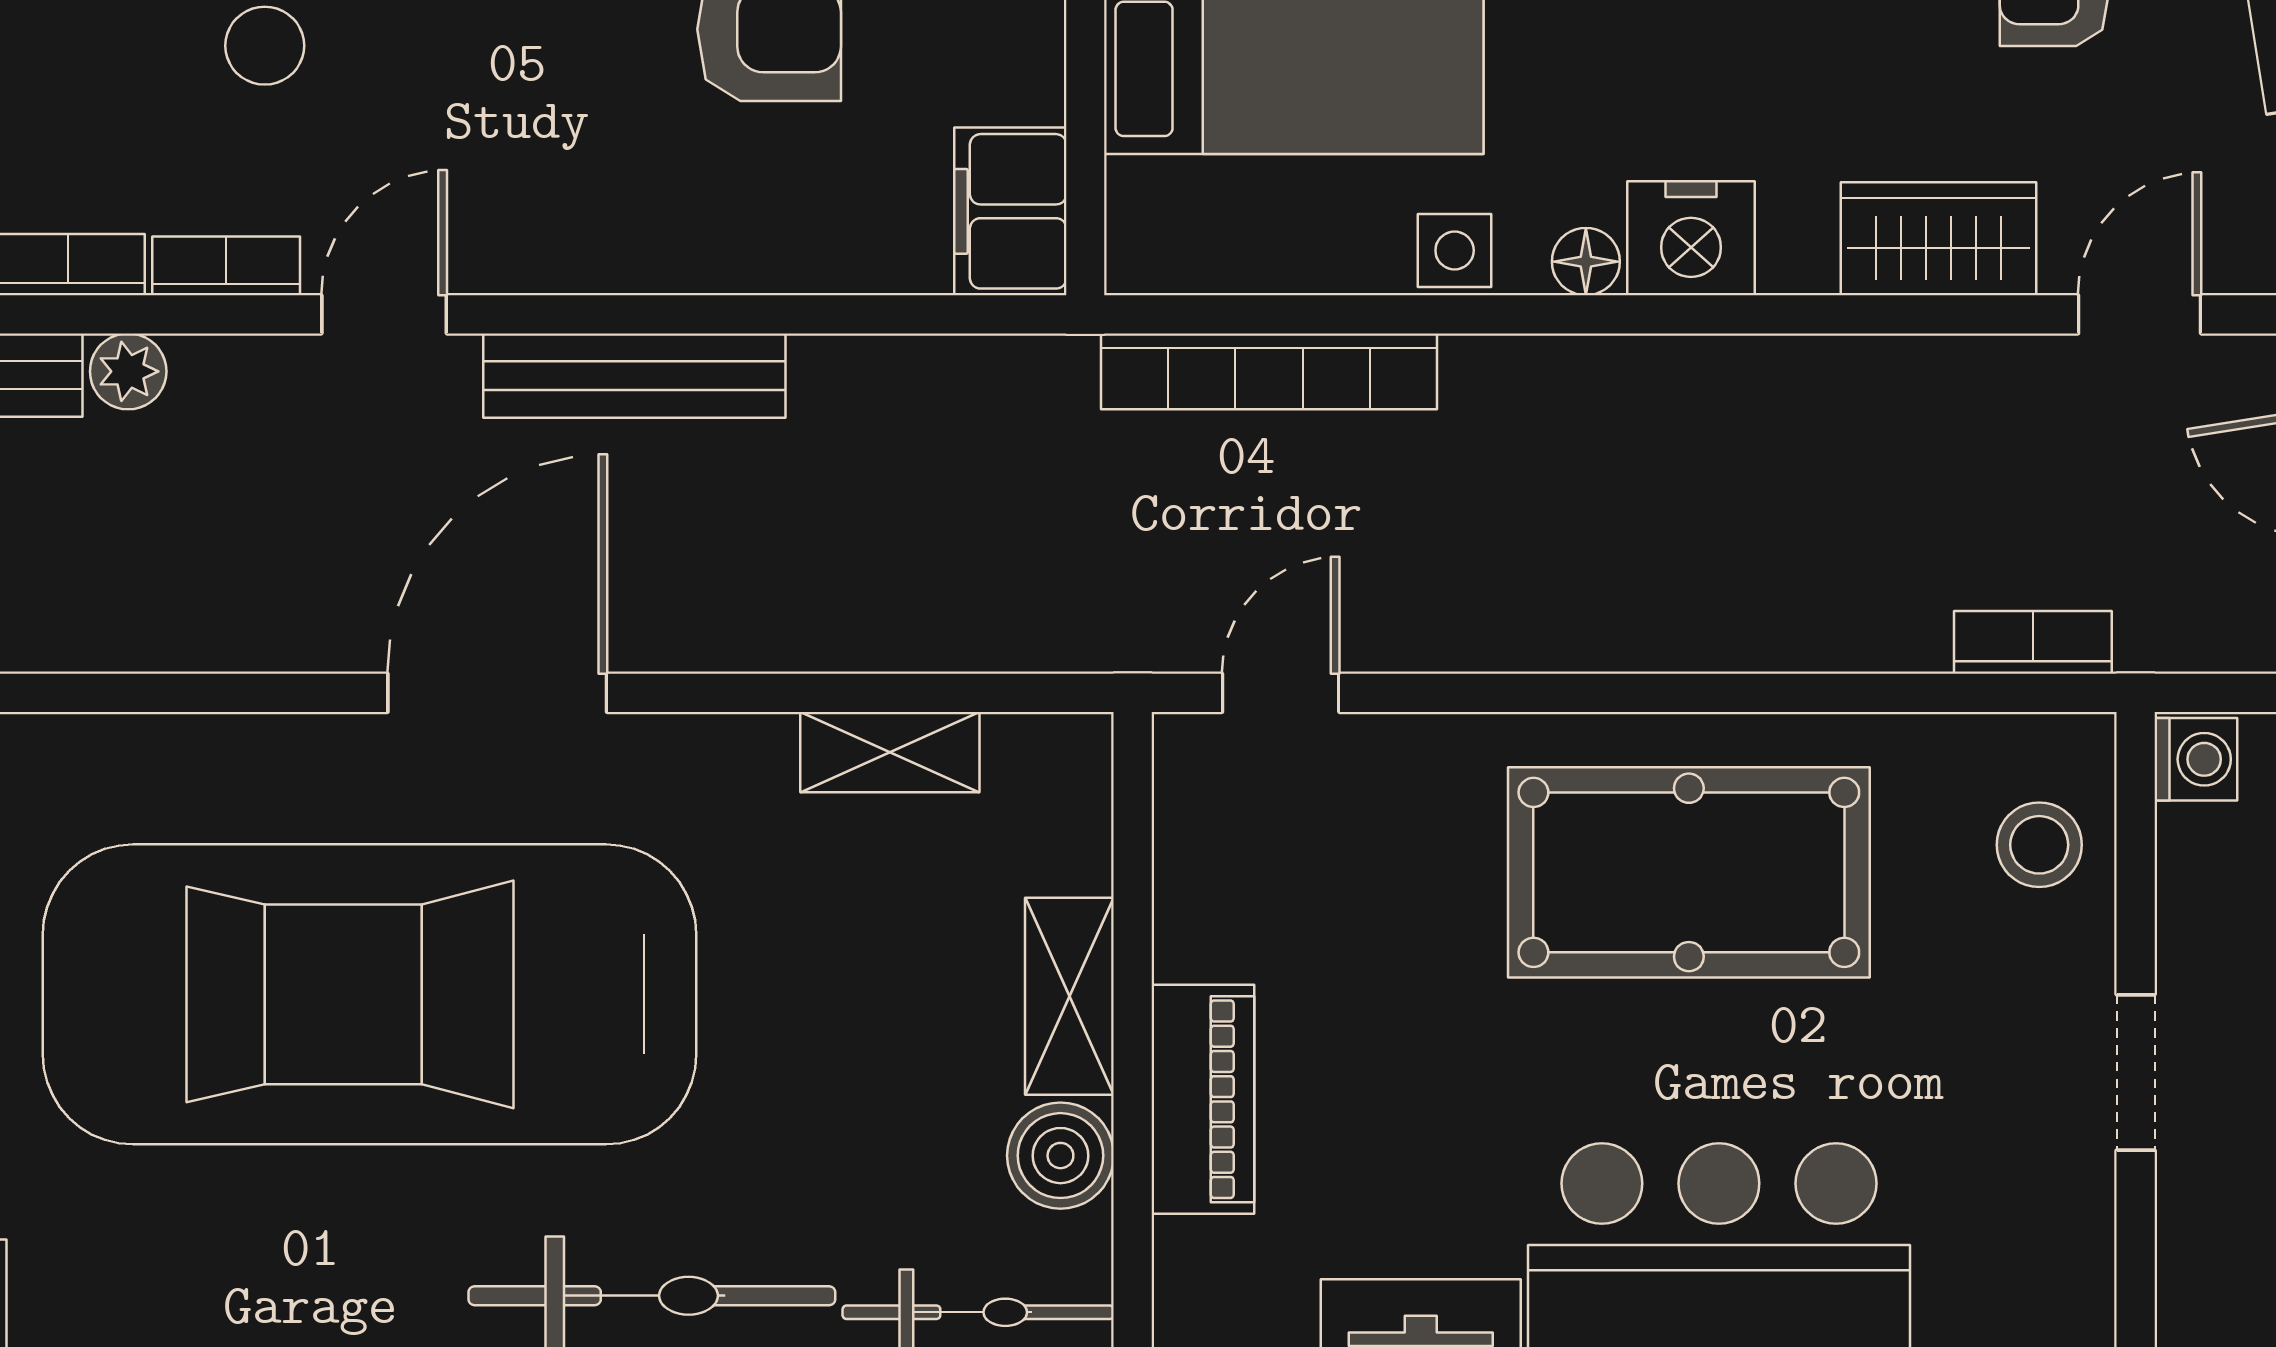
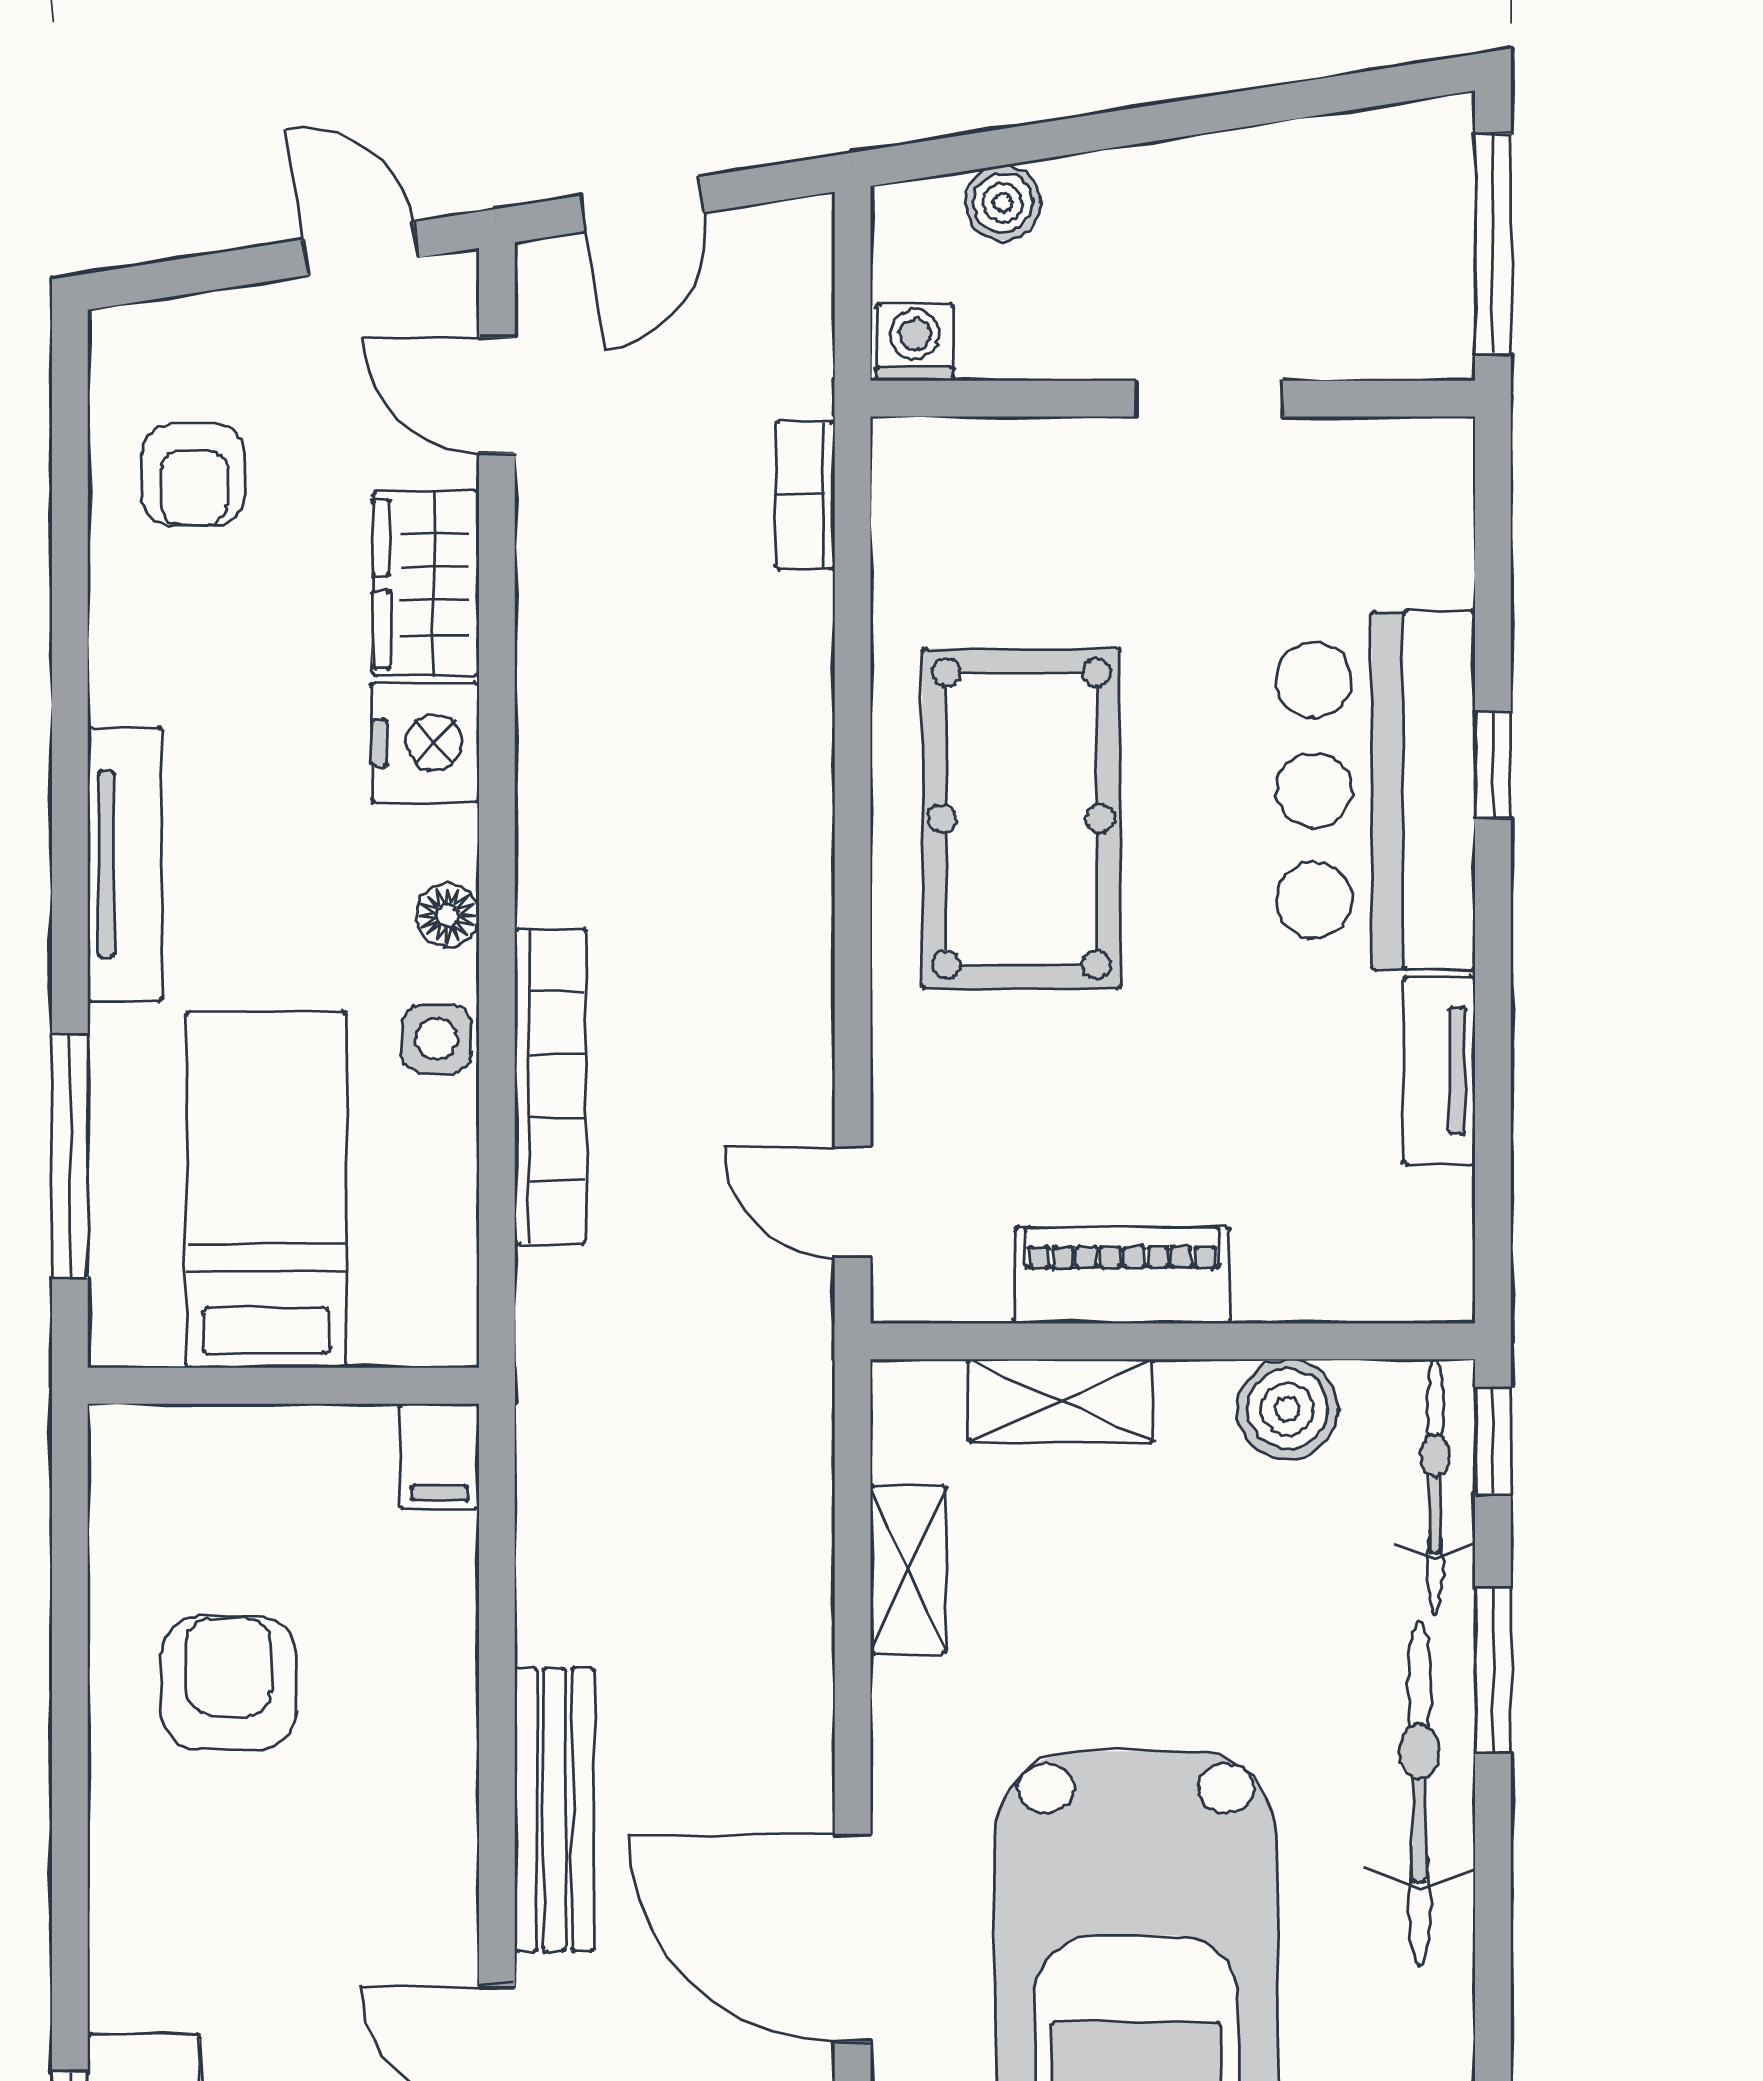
filing cabinet: (1010, 211) -> (440, 1456), width x0.50
nightstand: (1691, 238) -> (425, 743), moved
bookcase: (1269, 371) -> (550, 1087), moved
stool: (2039, 845) -> (995, 489), removed
shelving: (1069, 996) -> (1061, 1401), moved
piano: (1203, 1099) -> (1122, 1275), moved

